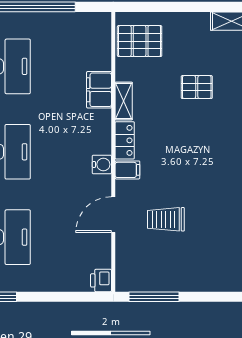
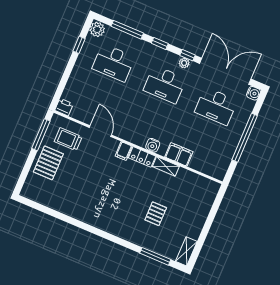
pallet: (140, 41) -> (48, 163), moved
water cooler: (102, 164) -> (153, 145), moved
trolley: (166, 219) -> (68, 139), moved, turned -90

